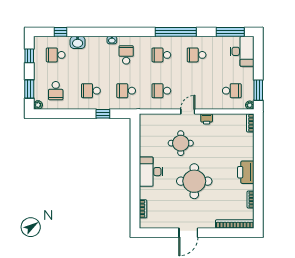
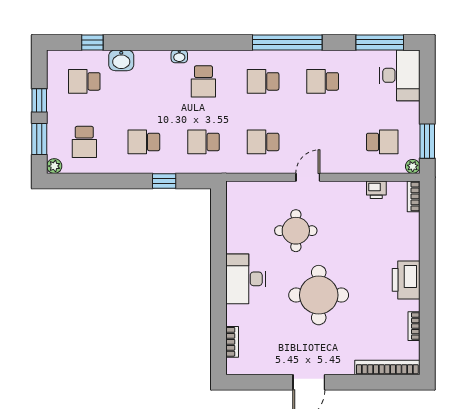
school desk: (126, 55) -> (203, 81), turned 180
window: (29, 56) -> (39, 100), moved
printer: (207, 119) -> (376, 190), moved

